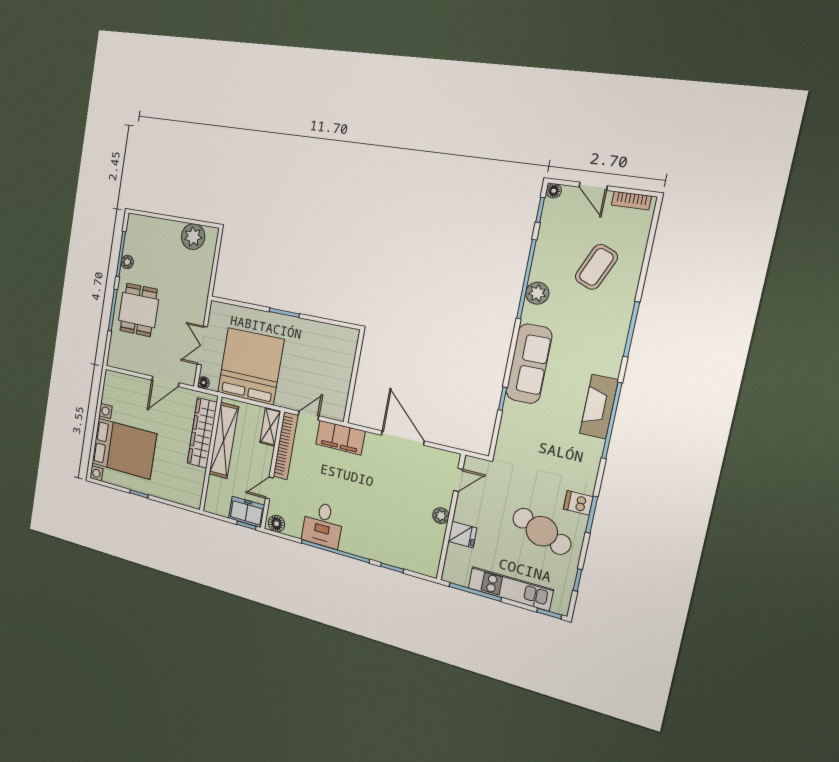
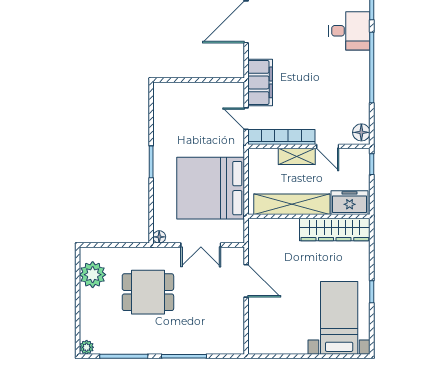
plant: (127, 262) -> (87, 347), moved
dining table: (138, 310) -> (148, 292), moved
floor lamp: (204, 383) -> (159, 237), moved
shelving: (270, 427) -> (297, 156), moved
wardrobe: (202, 433) -> (335, 230), moved
bed with nightstands: (124, 449) -> (339, 318), width x0.73
freezer: (247, 512) -> (350, 203), moved, turned 90
desk: (323, 525) -> (349, 31), moved

